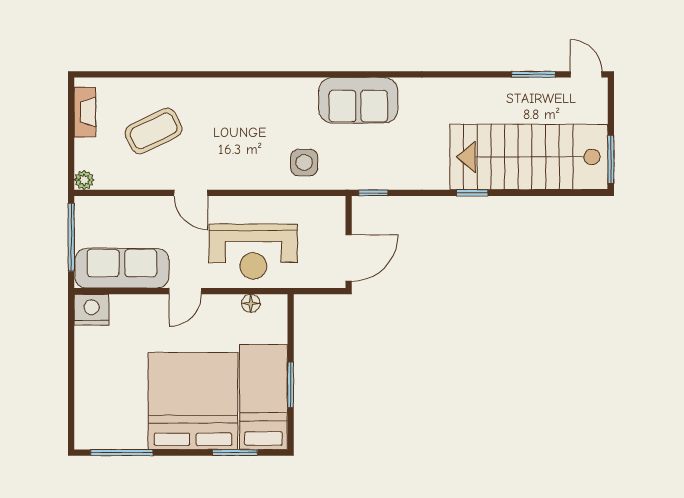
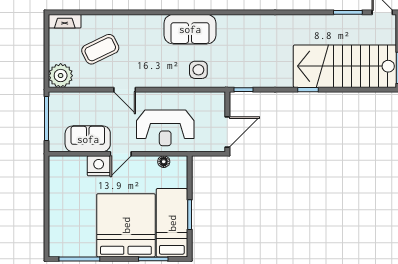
sofa: (358, 100) -> (190, 29), moved
fireplace: (85, 112) -> (65, 21), moved, turned 90
plant: (84, 180) -> (61, 76), width x1.88, depth x1.88
sofa: (122, 268) -> (88, 139), width x0.73
nightstand: (91, 310) -> (99, 166), moved

